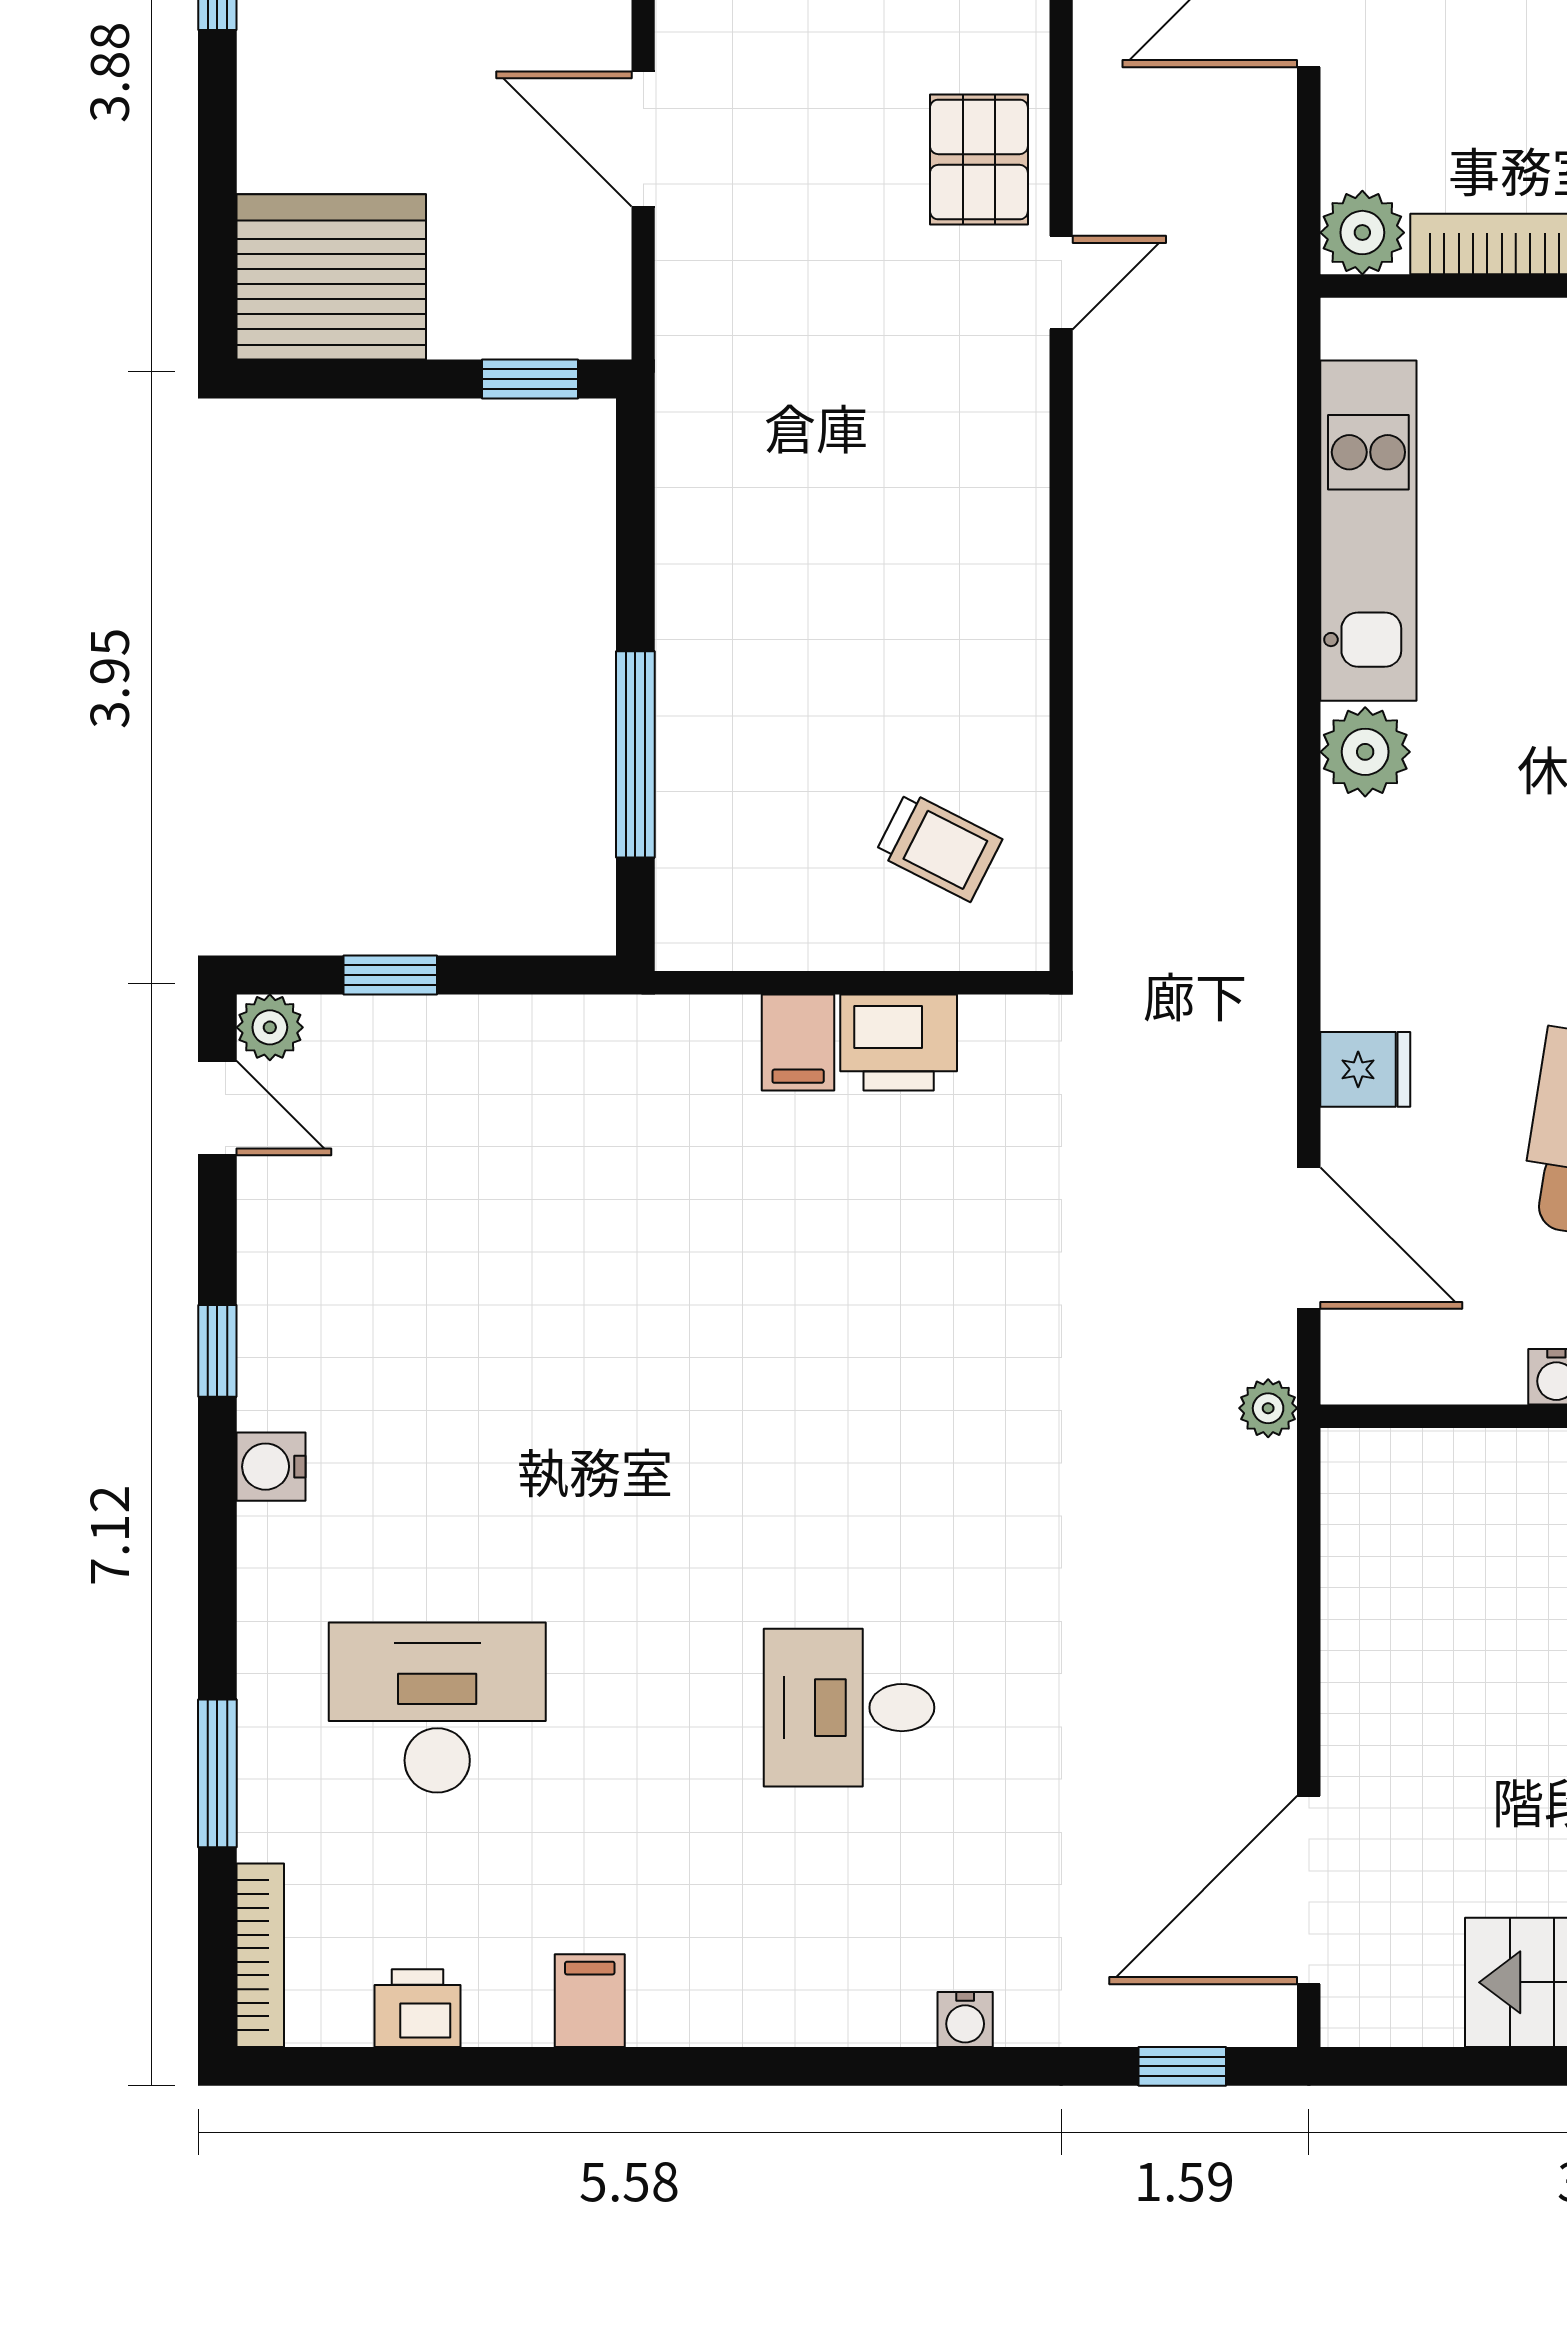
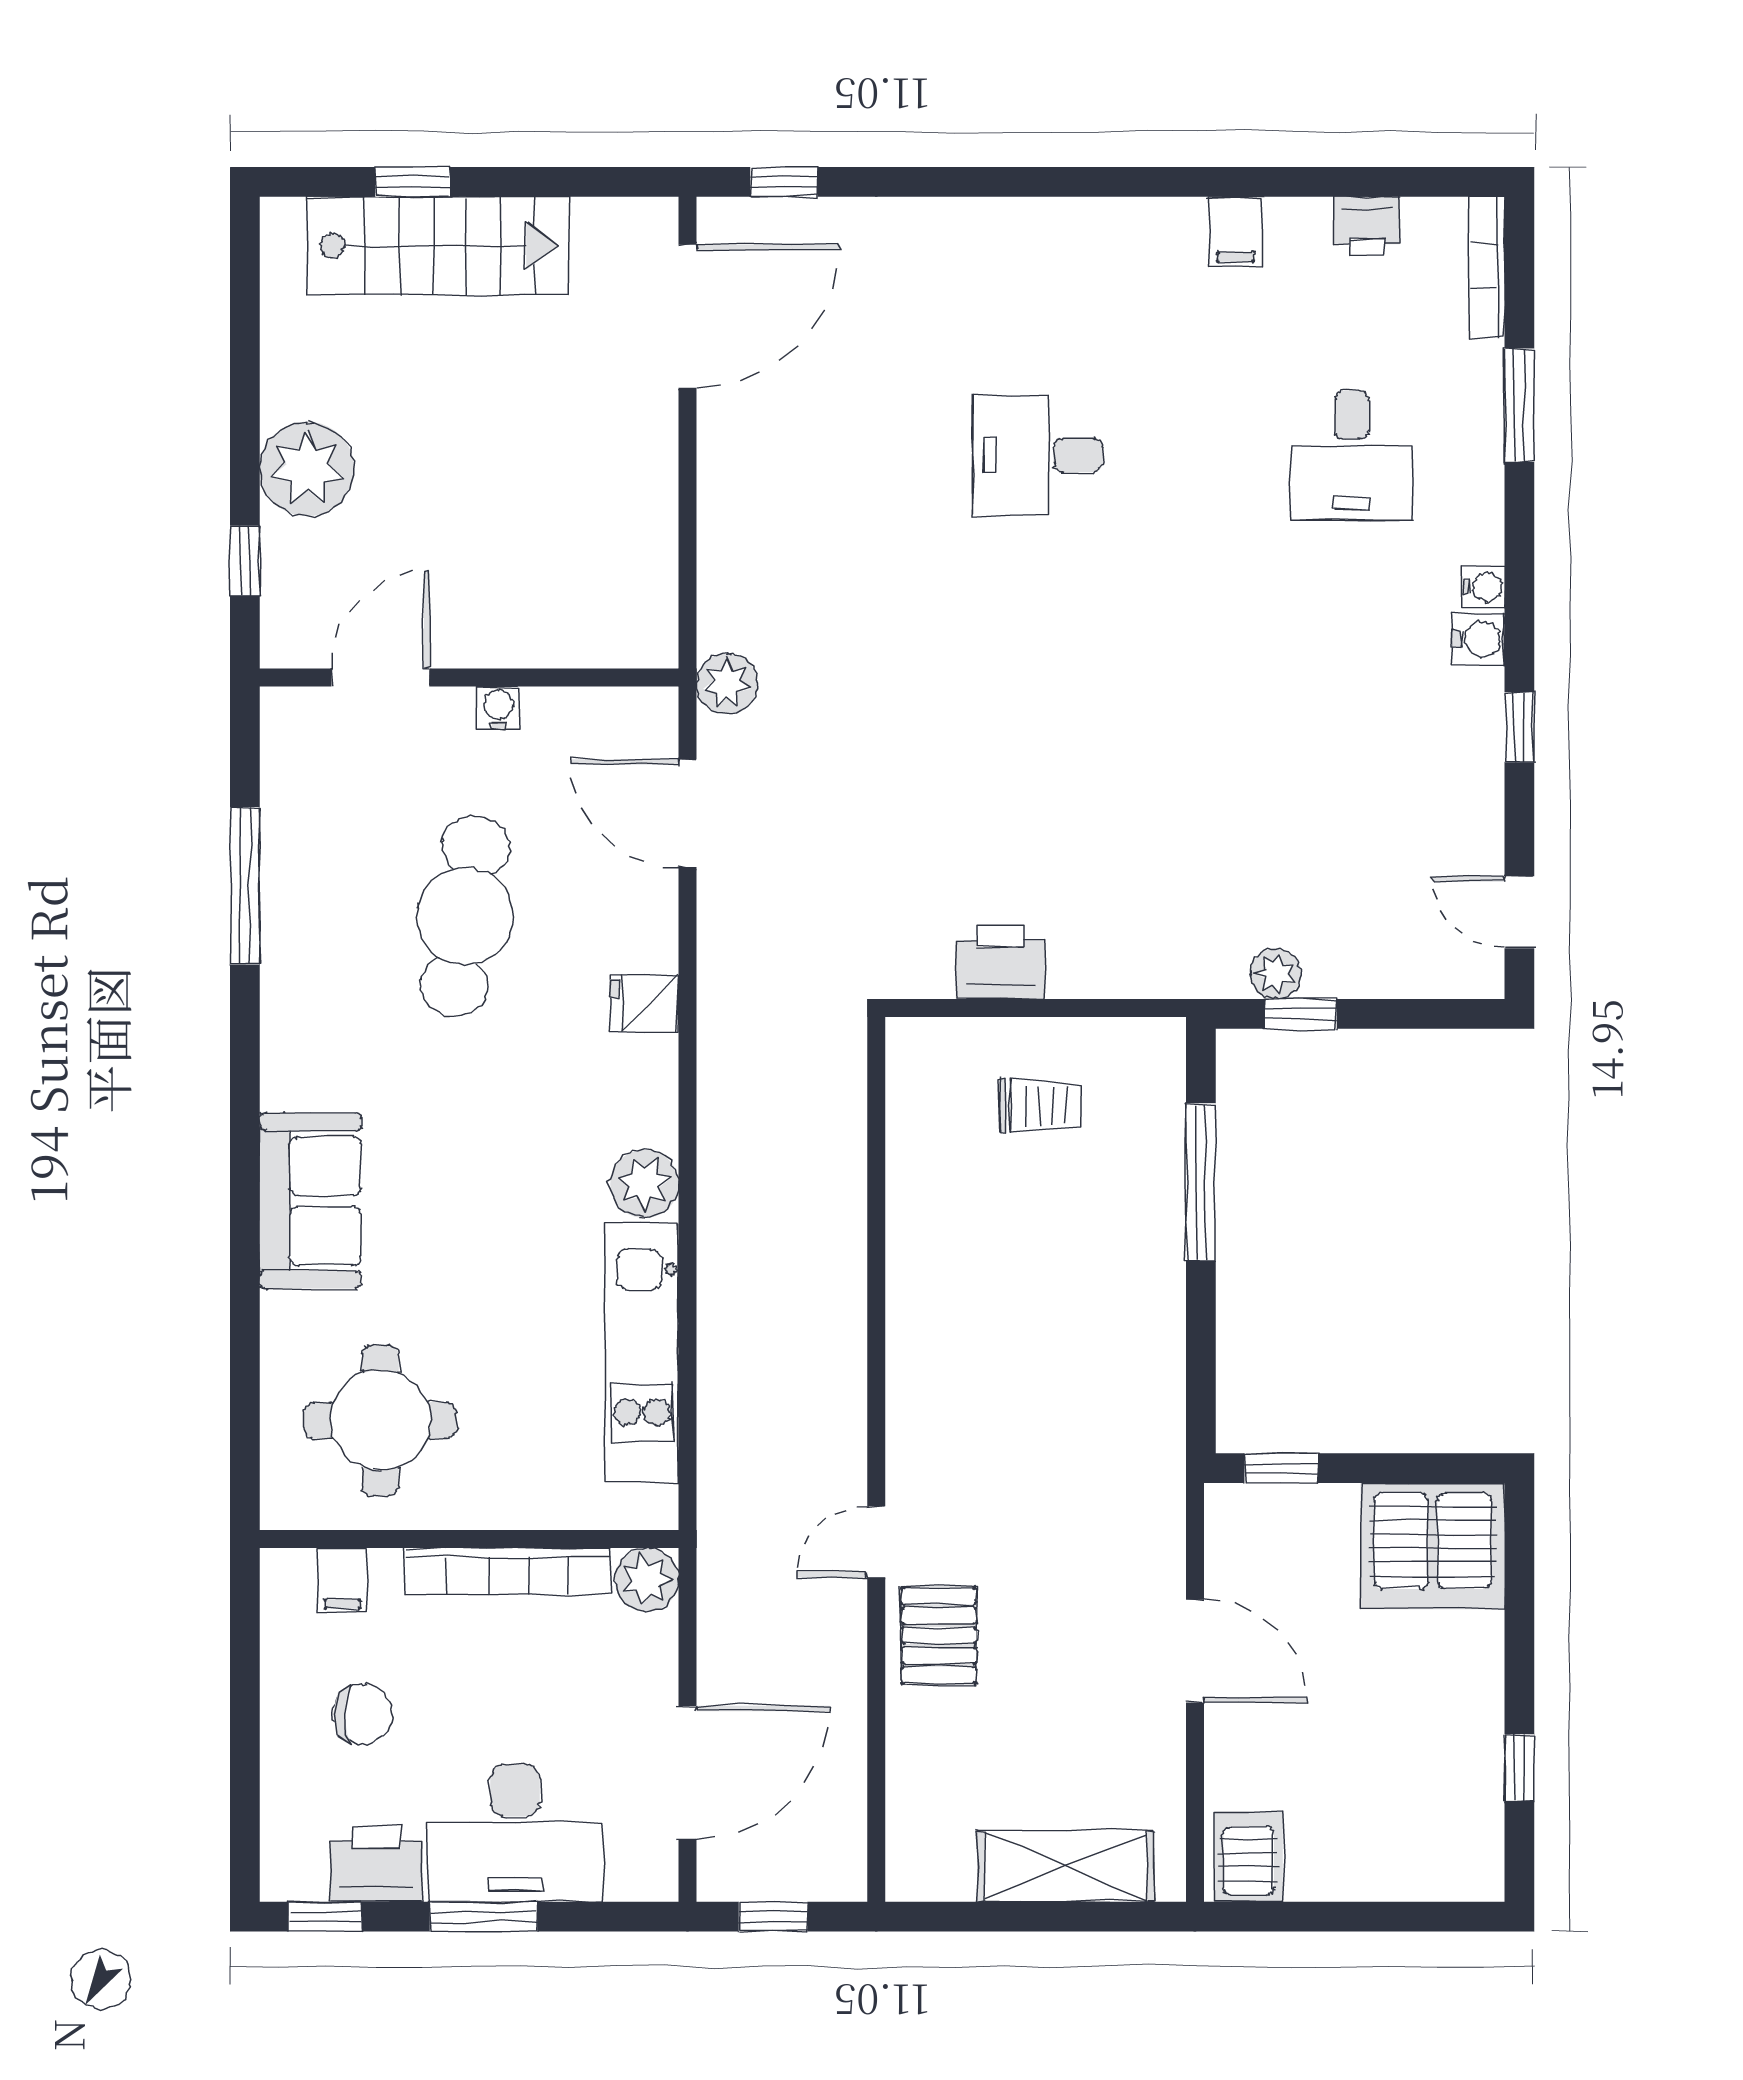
trolley: (939, 846) -> (1040, 1106), moved, turned 153
window: (390, 975) -> (1301, 1014), moved
plant: (270, 1027) -> (1276, 974), moved
filing cabinet: (798, 1042) -> (1077, 962), removed
fridge: (1365, 1069) -> (644, 1003), moved
plant: (1268, 1408) -> (727, 684), width x1.38, depth x1.38
desk: (437, 1708) -> (1352, 455), width x0.73
desk: (849, 1708) -> (1038, 455), turned 180
water cooler: (965, 2019) -> (1484, 587), moved, turned 90

